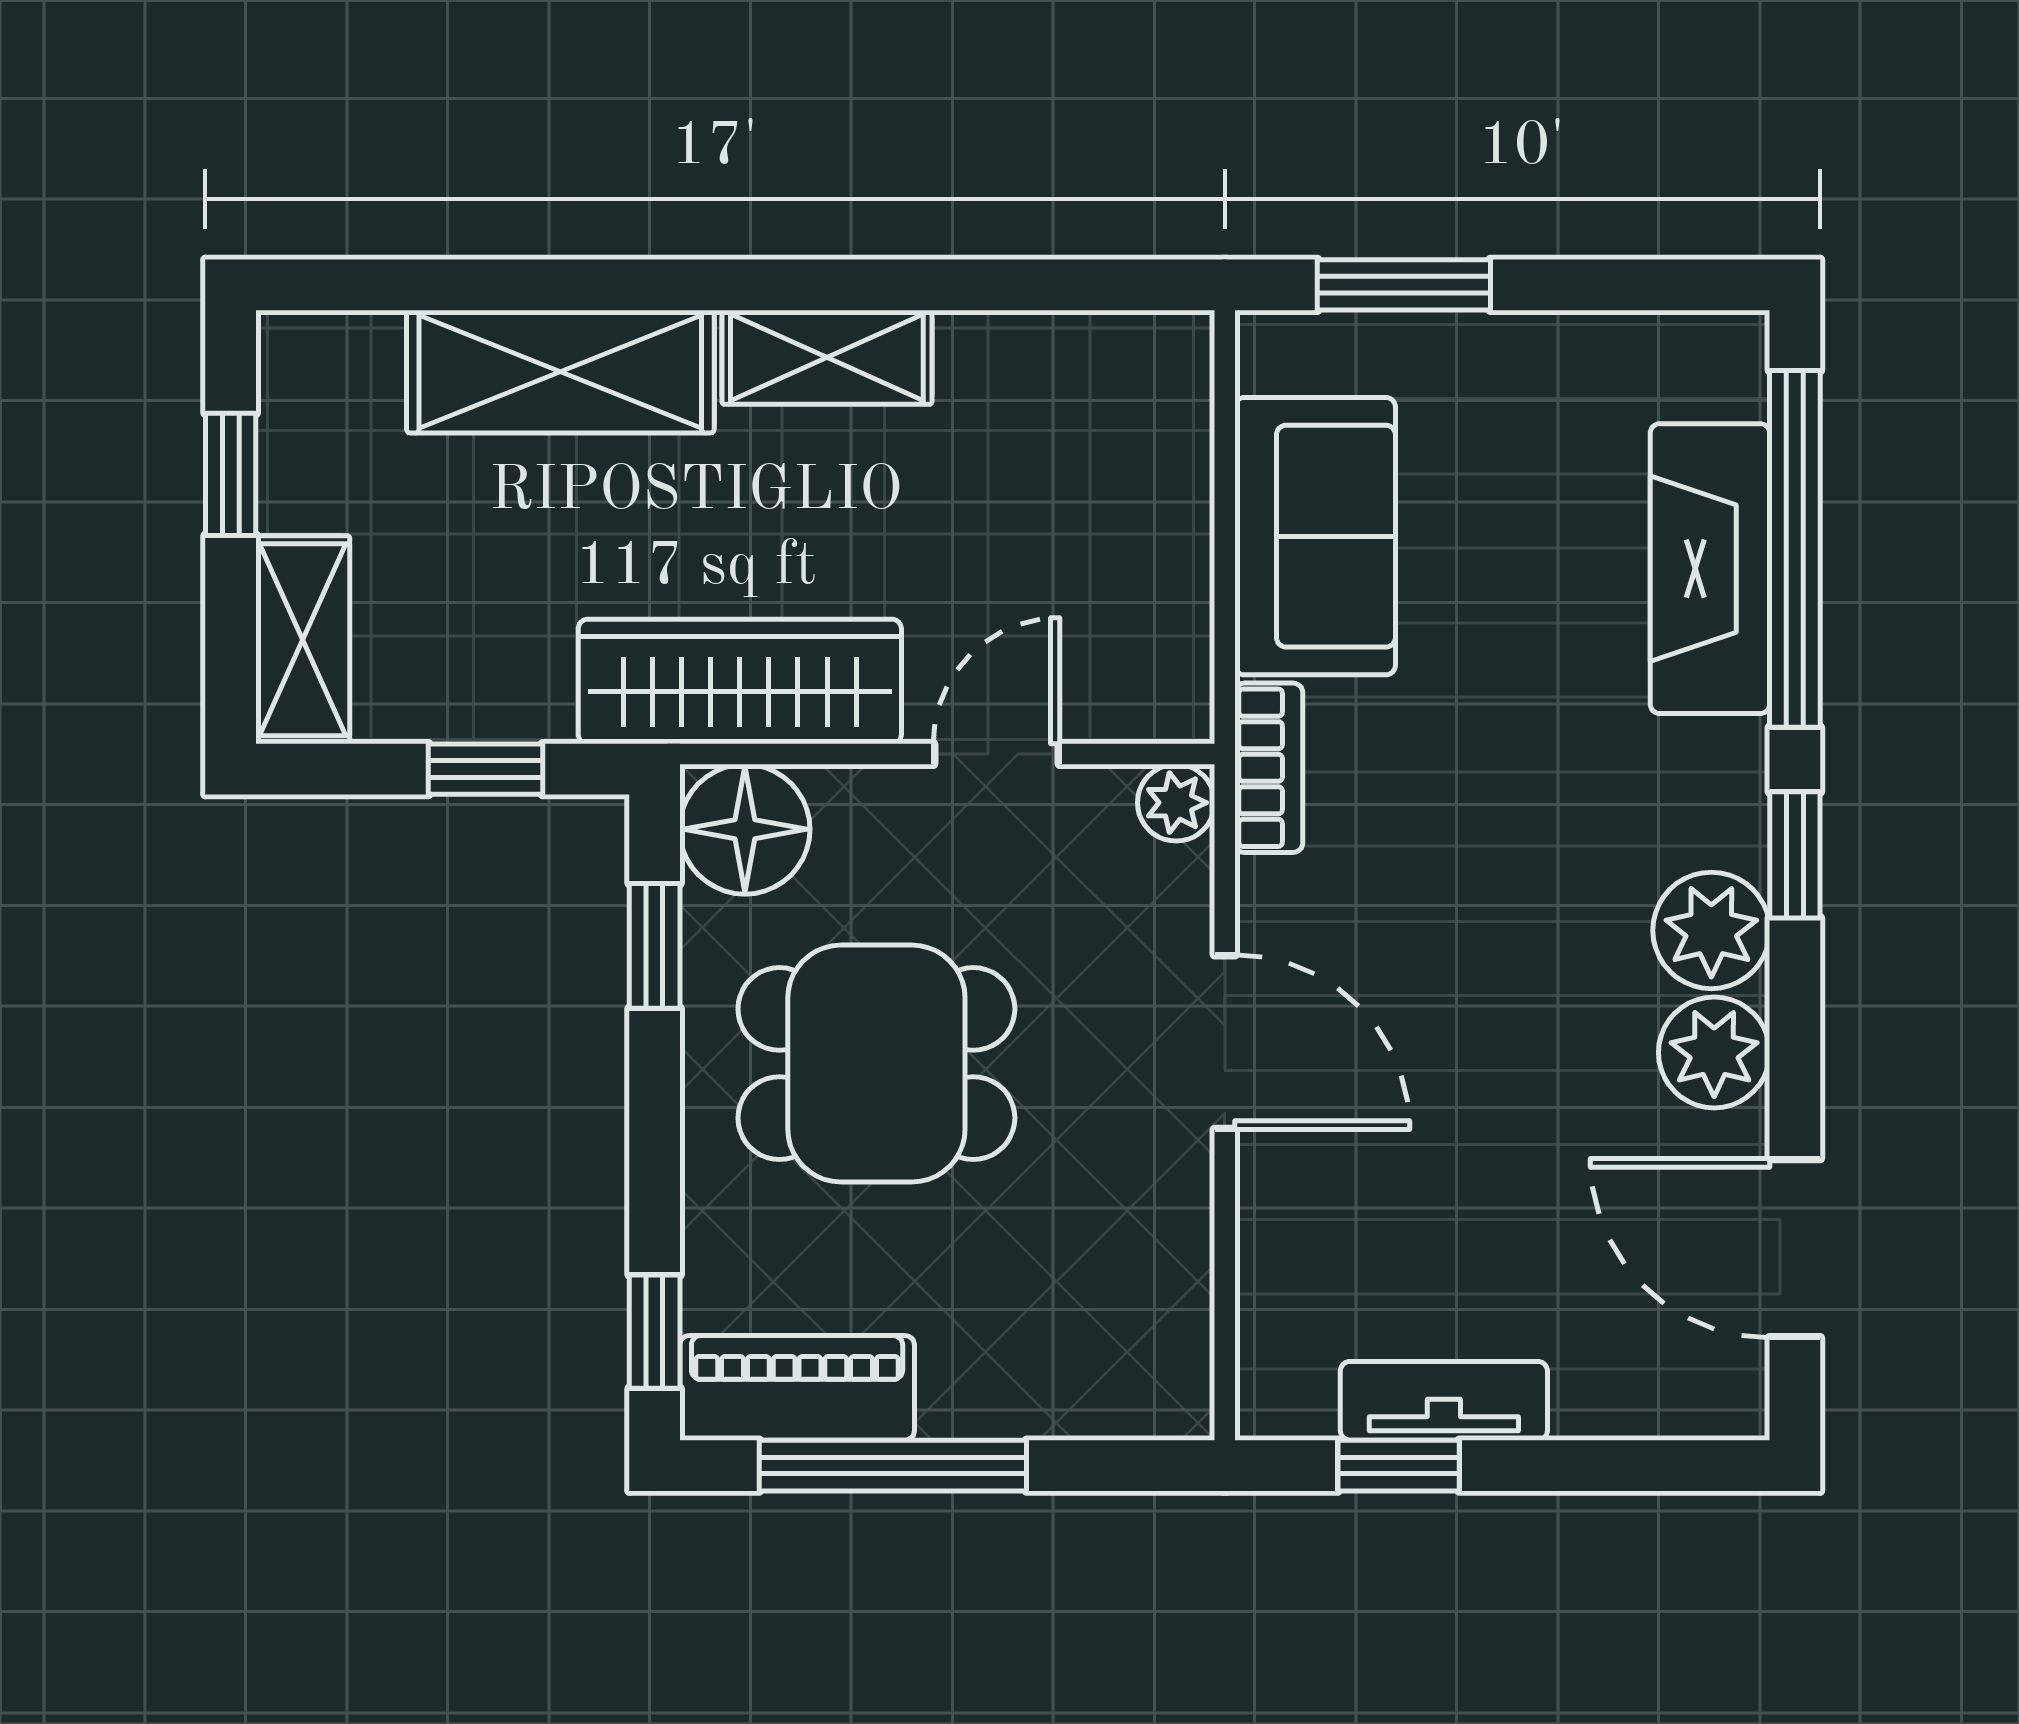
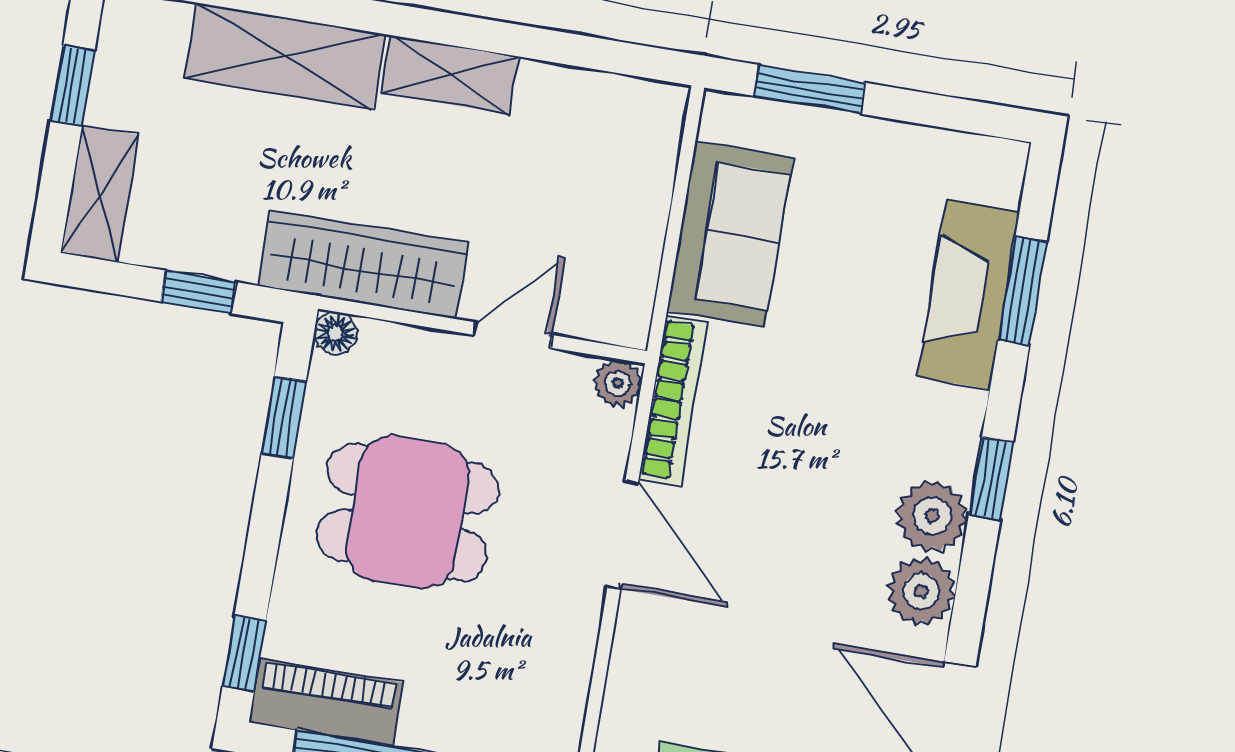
window: (1795, 549) -> (1022, 291), width x0.47
bookcase: (1269, 768) -> (673, 400), width x1.56
floor lamp: (745, 829) -> (335, 333), width x0.53, depth x0.53

